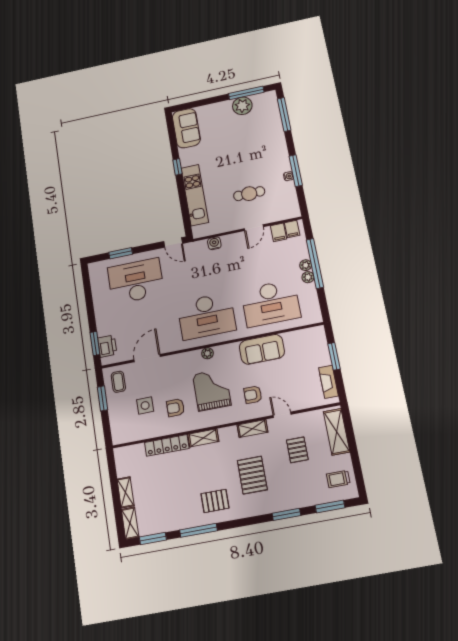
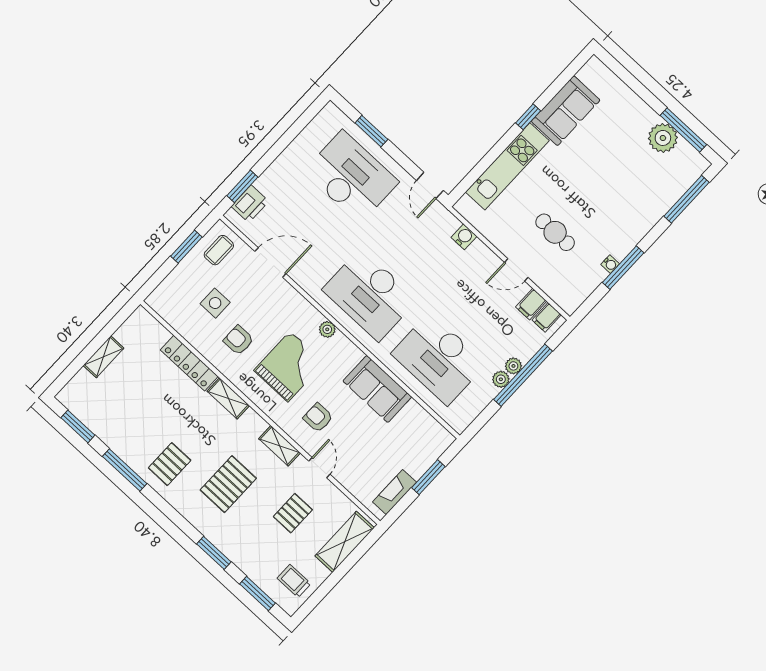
sofa: (186, 128) -> (566, 111), moved
pallet: (215, 501) -> (170, 464), turned 90
shelving: (130, 523) -> (75, 388), removed

